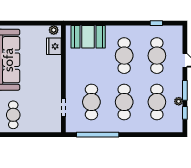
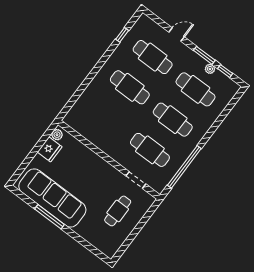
booth: (88, 37) -> (87, 108), removed
fridge: (54, 46) -> (50, 149), moved, turned -90
cafe table: (13, 115) -> (118, 211), moved, turned 90

